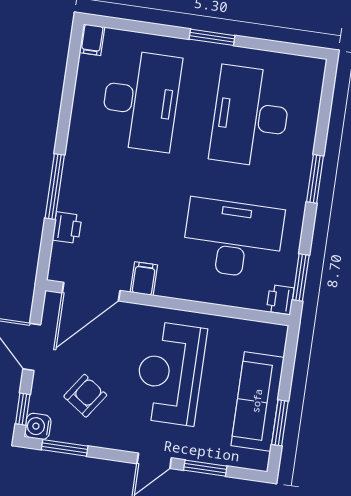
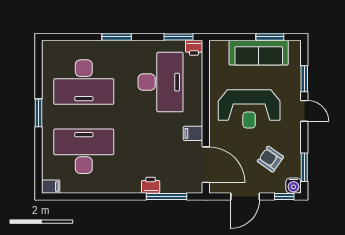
window: (55, 187) -> (166, 196), moved
printer: (67, 228) -> (151, 185), moved
desk: (233, 239) -> (161, 82), turned 180

